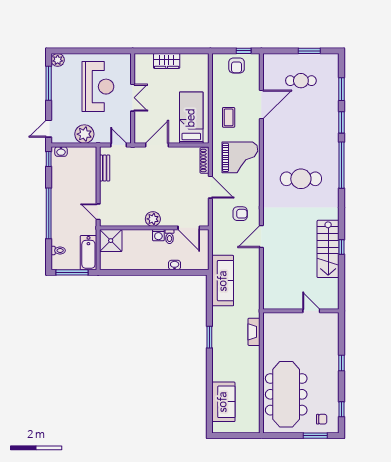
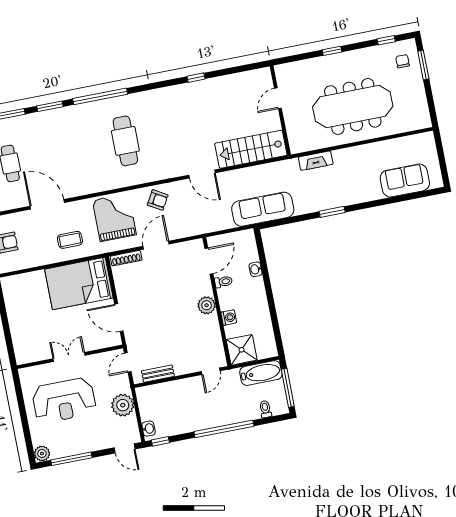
wardrobe: (167, 61) -> (18, 326), removed
reception desk: (98, 87) -> (64, 400), turned 180
bed: (191, 118) -> (79, 284), width x1.50
armchair: (240, 214) -> (158, 200), moved, turned 120
washing machine: (158, 235) -> (229, 318), moved
stairs: (328, 249) -> (251, 149), moved, turned 180
meeting table: (286, 394) -> (353, 106), moved

